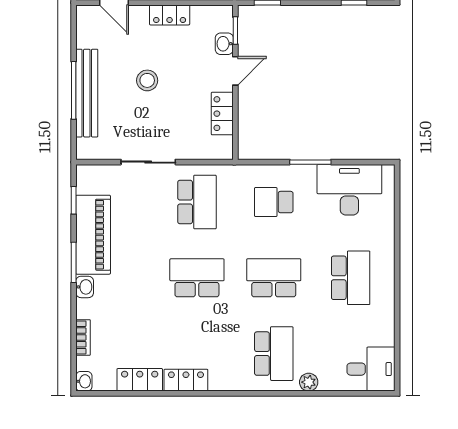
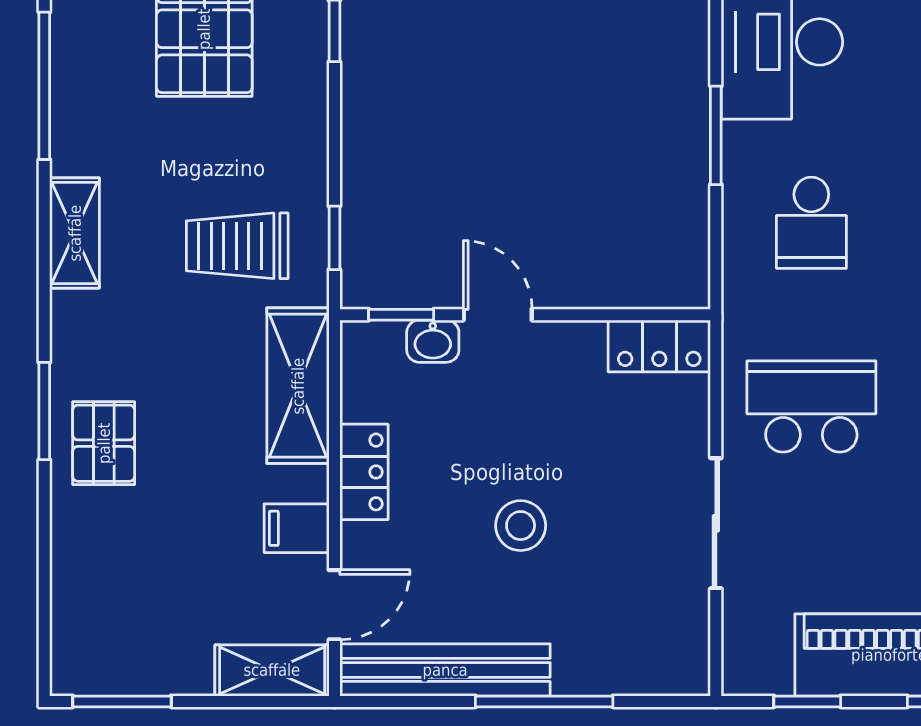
bench: (87, 93) -> (445, 670), moved
locker: (222, 114) -> (659, 346), moved

